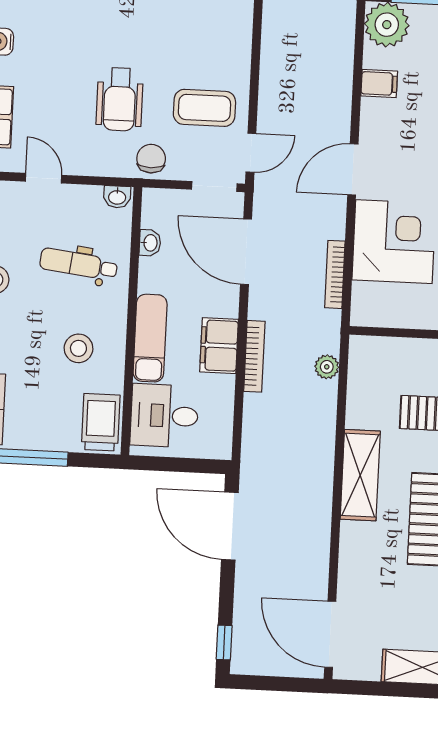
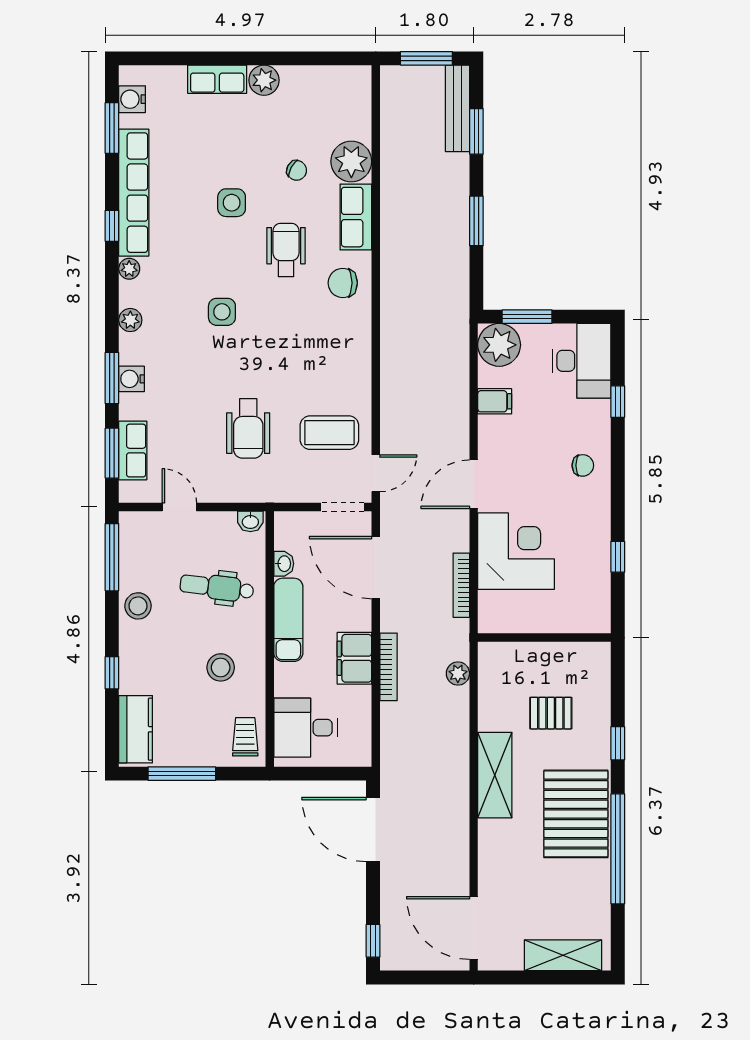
chair: (151, 159) -> (281, 483), removed
exam couch: (150, 338) -> (288, 620), moved
trolley: (101, 422) -> (245, 737), width x0.73, depth x0.72

